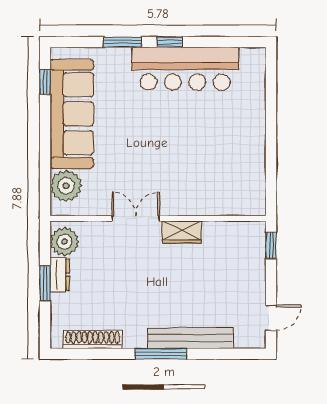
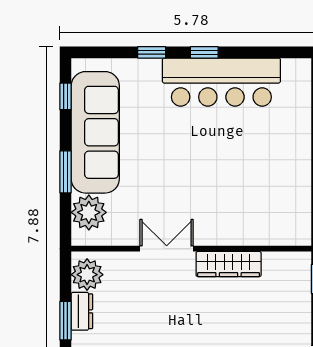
window: (122, 42) -> (152, 52), width x0.67
window: (45, 149) -> (65, 172), added
wardrobe: (182, 232) -> (229, 264), width x1.50

